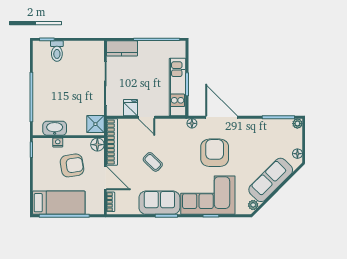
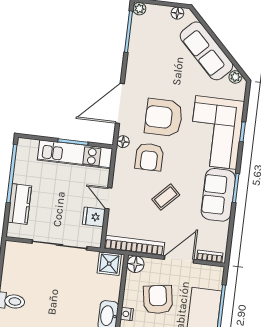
kitchen counter: (122, 48) -> (20, 204), moved
door: (146, 117) -> (108, 198), swing flipped
armchair: (183, 145) -> (149, 157), added

